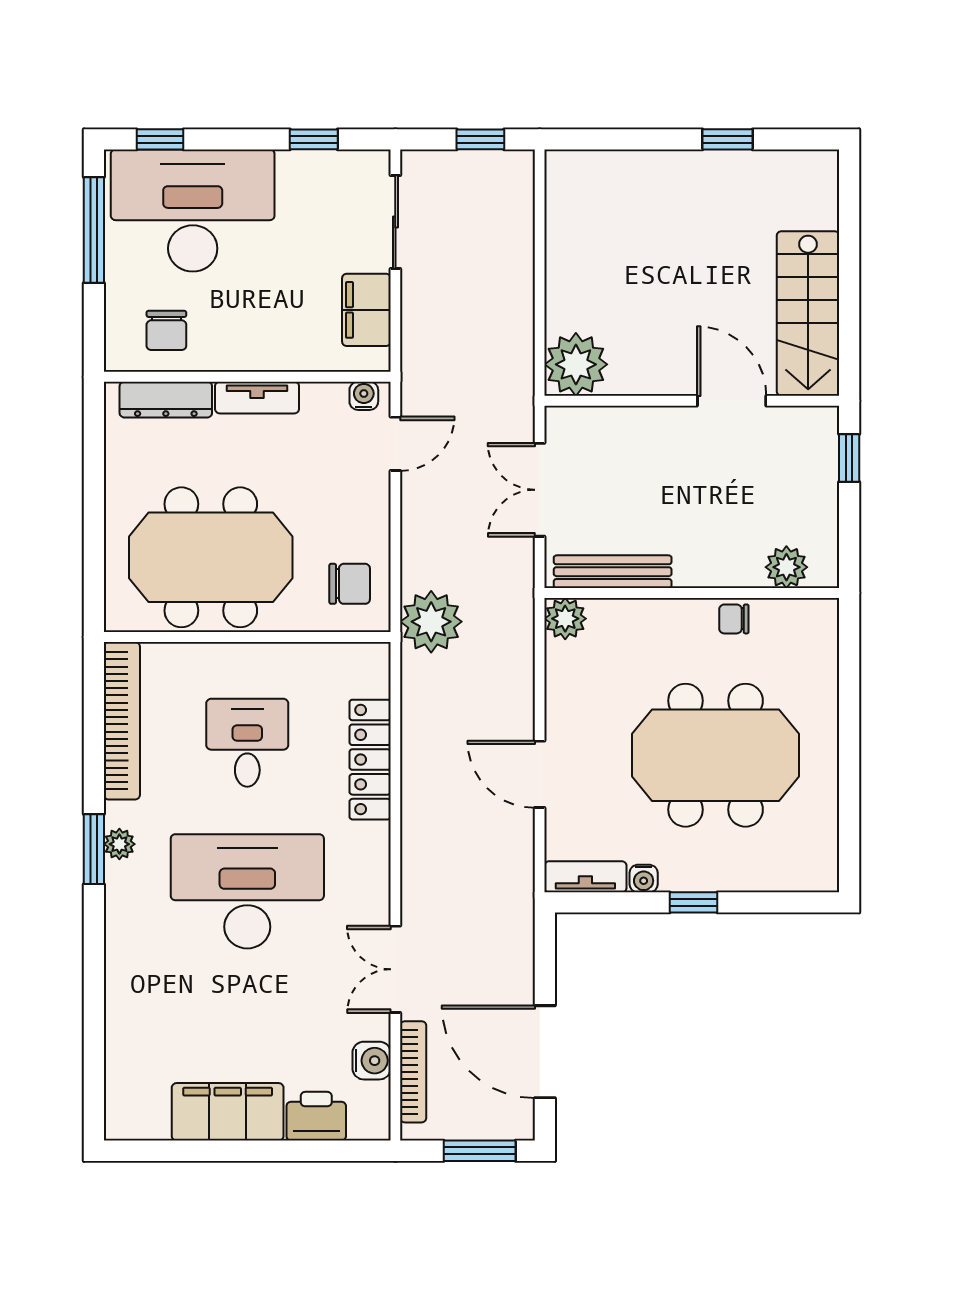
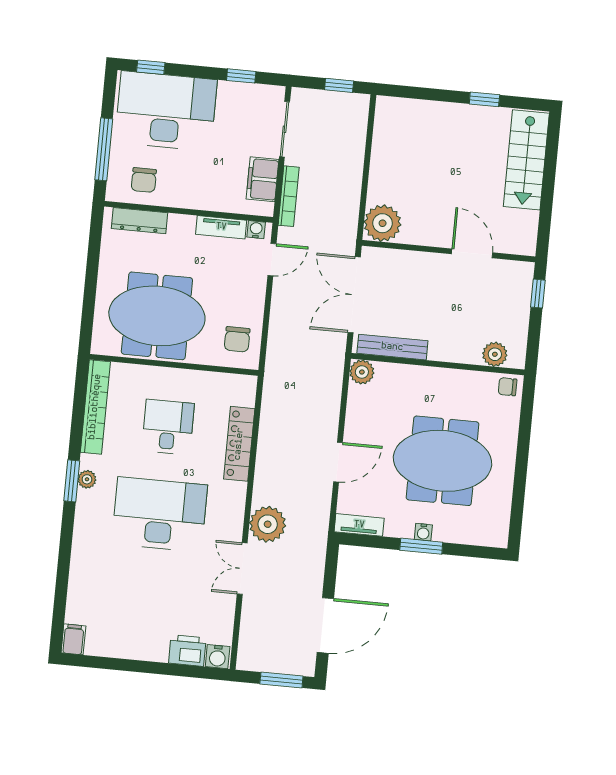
window: (94, 230) -> (104, 149), moved
stairs: (808, 313) -> (526, 160), moved
tv unit: (257, 398) -> (221, 227), moved
double door: (540, 490) -> (354, 295), width x1.37
chair: (350, 584) -> (237, 339), turned 90
chair: (734, 619) -> (507, 387), moved
plant: (431, 622) -> (268, 524), moved
door: (540, 774) -> (338, 462), swing flipped
water cooler: (644, 879) -> (423, 532), moved
window: (694, 902) -> (421, 546), width x1.50
door: (545, 1052) -> (325, 625), swing flipped
water cooler: (372, 1061) -> (218, 657), moved, turned 90
bookcase: (413, 1072) -> (289, 196), moved
filing cabinet: (228, 1112) -> (73, 639), moved, width x0.33, depth x0.86

